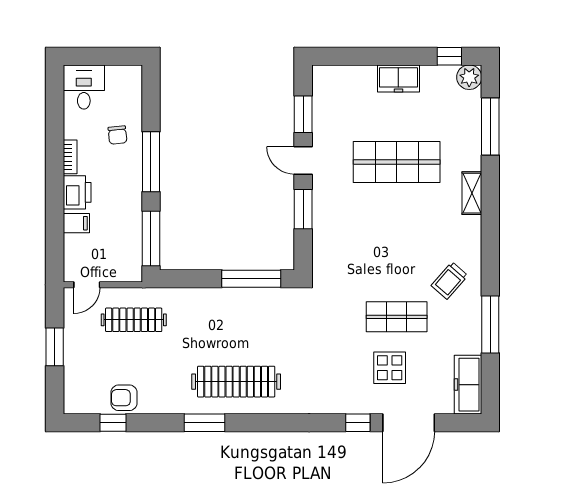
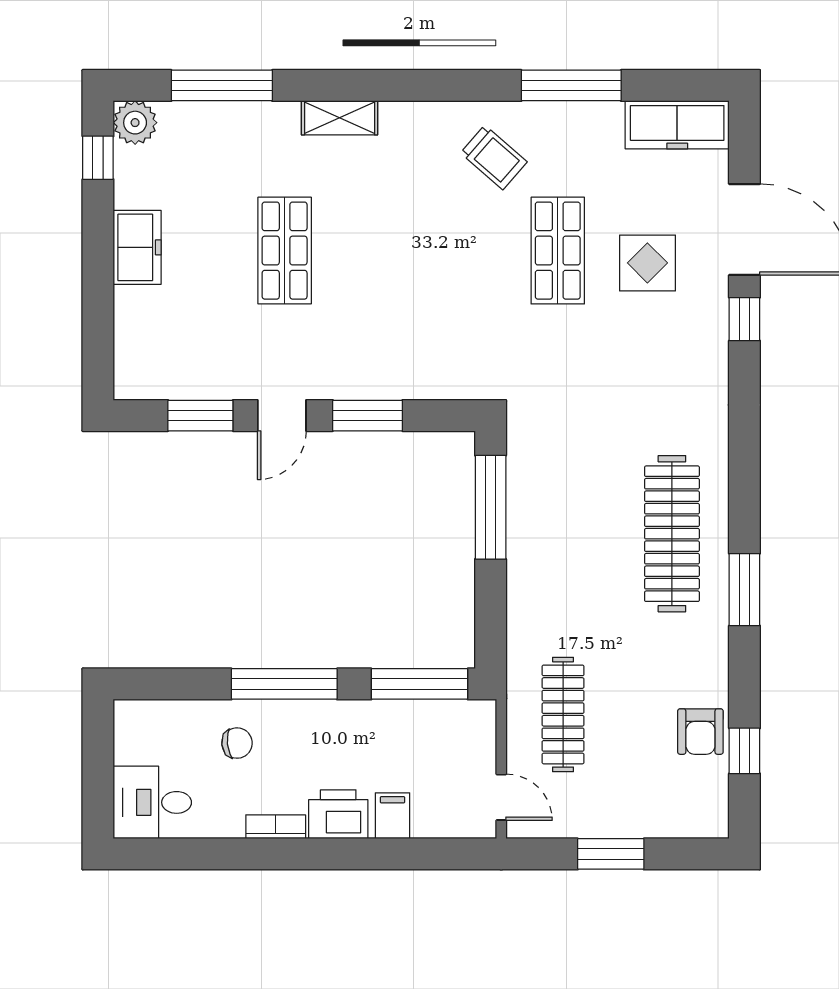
shop shelf: (397, 162) -> (285, 251), width x0.70, depth x0.74

